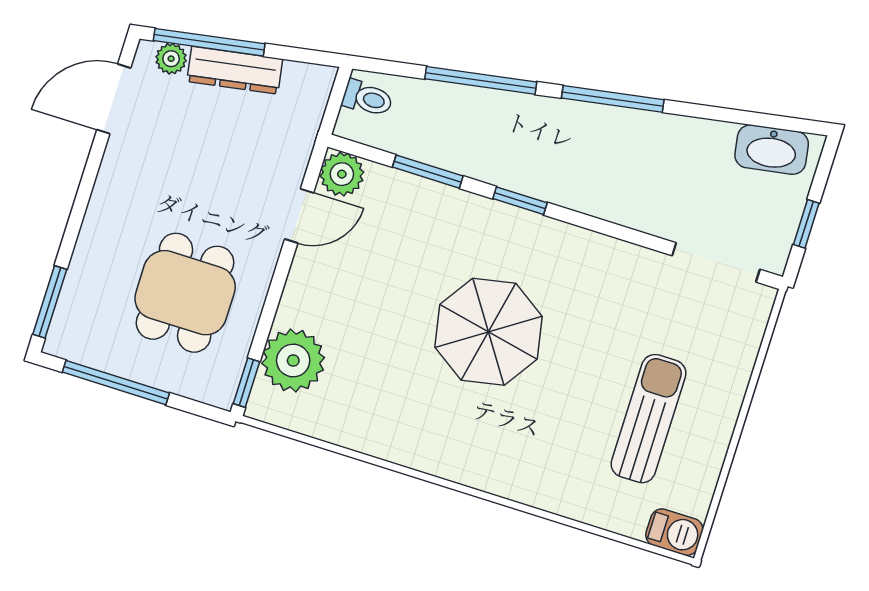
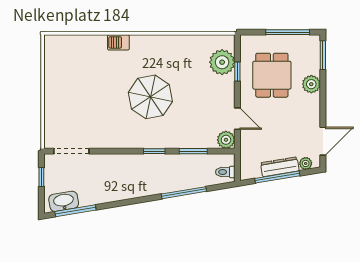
window: (209, 42) -> (277, 177), moved
window: (613, 99) -> (75, 211), moved
door: (299, 216) -> (237, 119), swing flipped
plant: (99, 242) -> (311, 84), added
window: (247, 383) -> (237, 72), moved
sun lounger: (648, 419) -> (78, 83), removed
barbecue: (674, 532) -> (118, 42), moved

